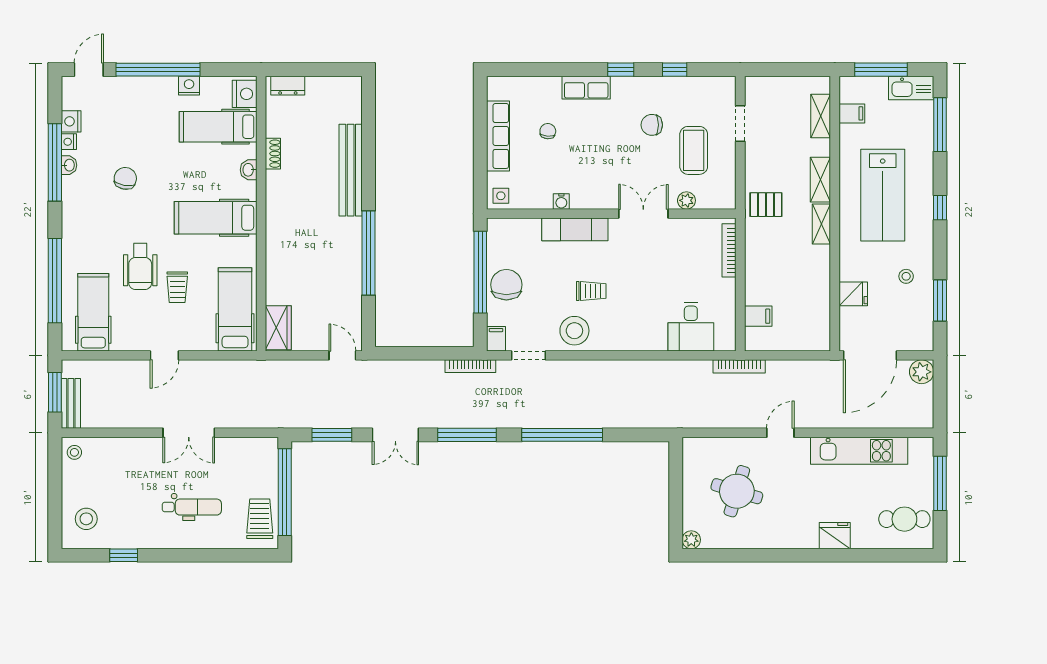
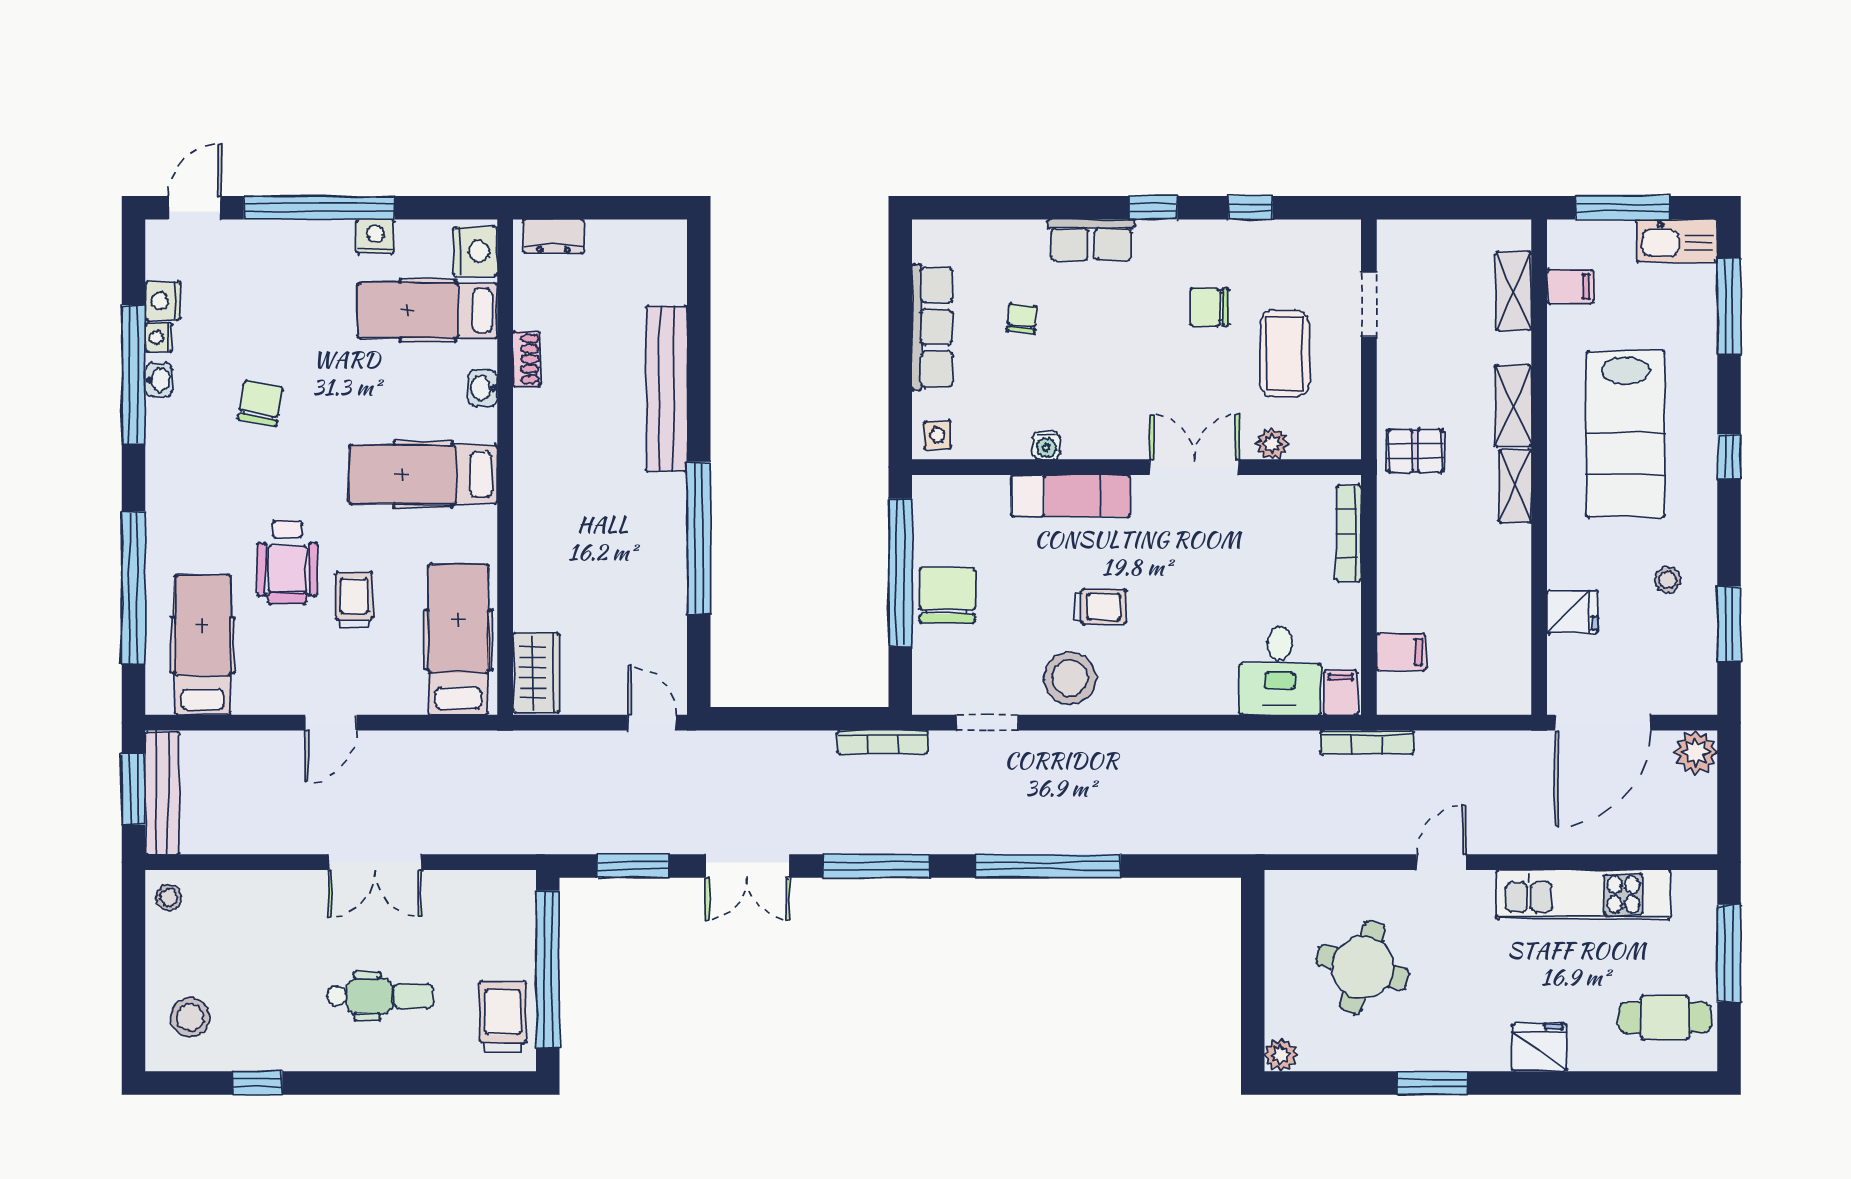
trolley: (177, 287) -> (354, 600), turned 180
filing cabinet: (496, 339) -> (1341, 693), moved
bench: (71, 403) -> (162, 793), width x1.36
window: (775, 555) -> (1432, 1083), added

